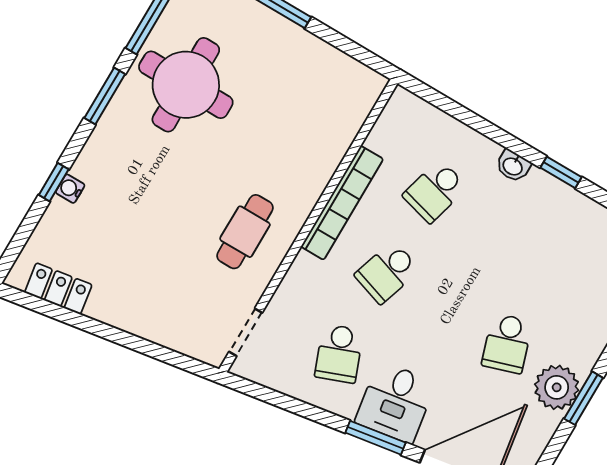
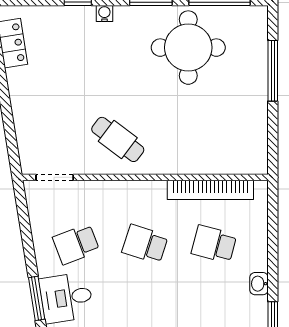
water cooler: (70, 189) -> (104, 13), moved
bookcase: (342, 203) -> (210, 190), moved
cafe table: (245, 232) -> (118, 139), turned 37

